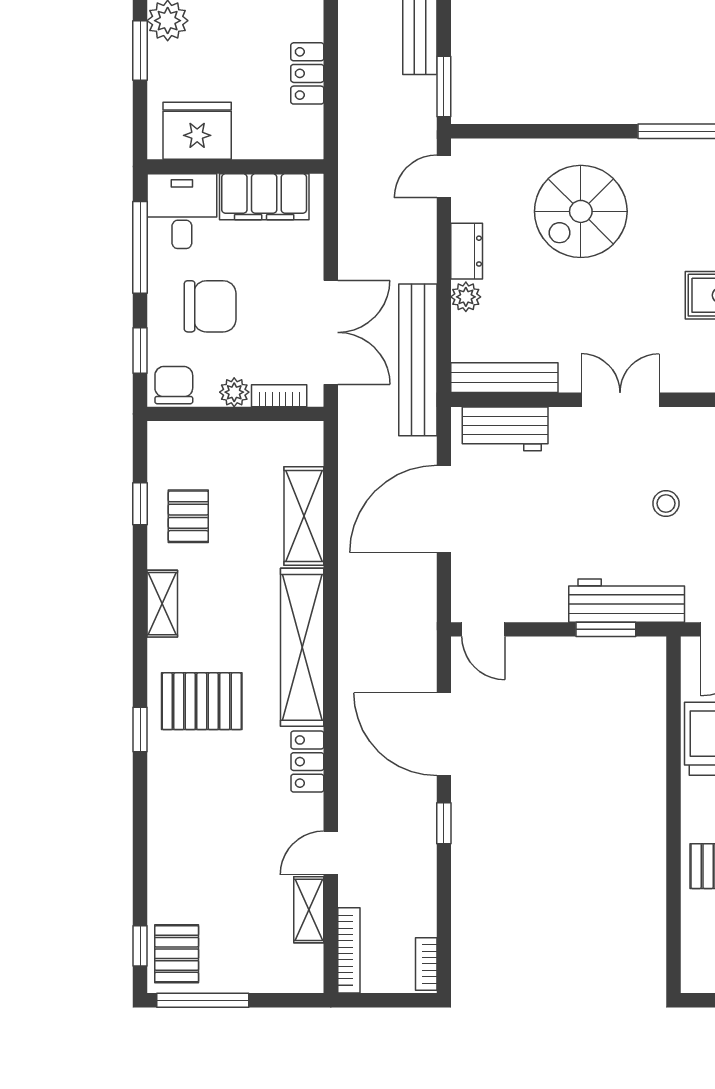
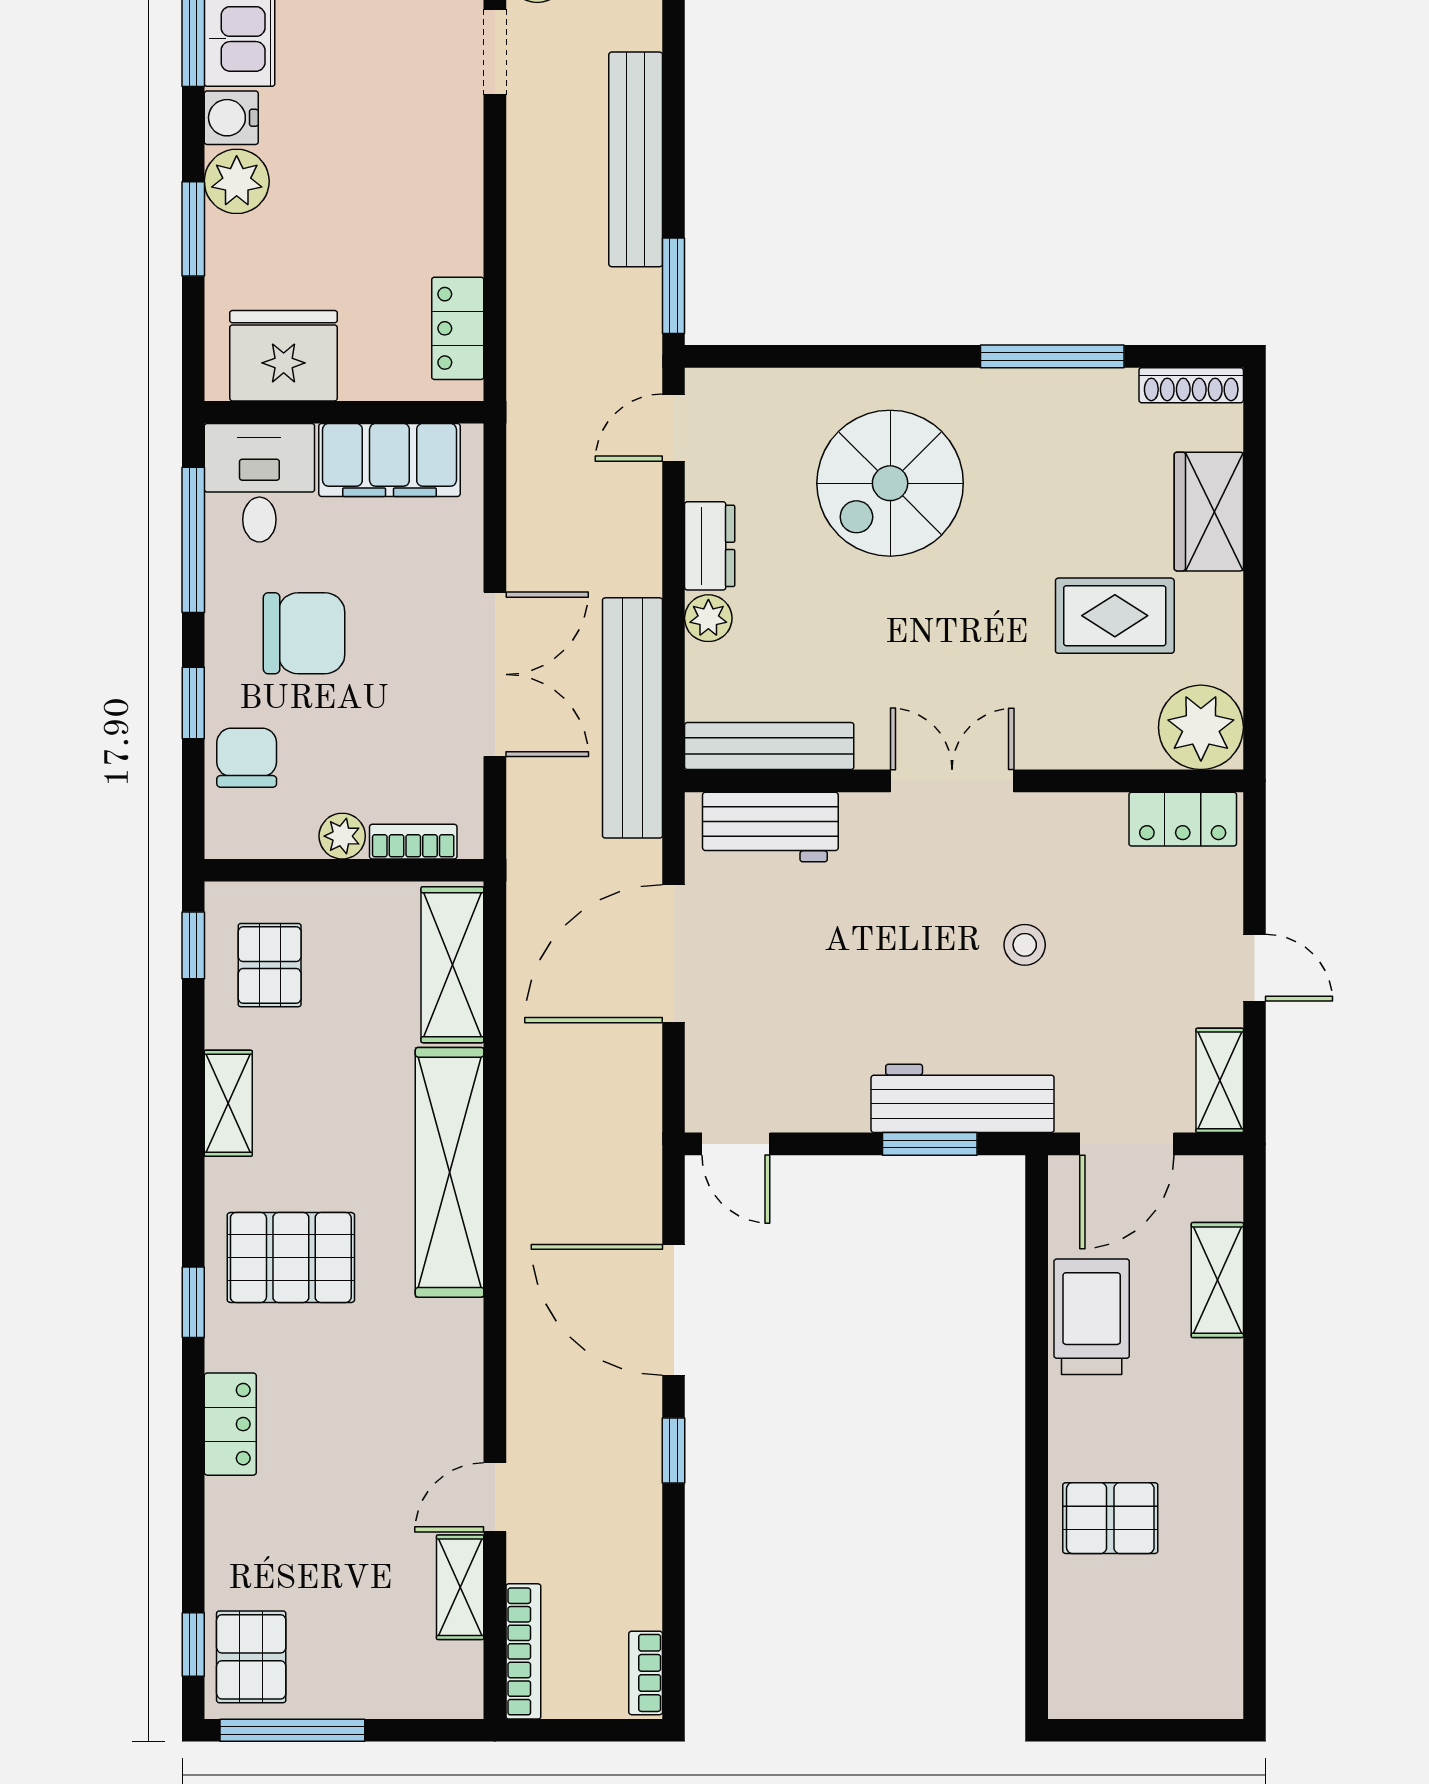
locker: (307, 73) -> (458, 328), moved
plant: (234, 392) -> (342, 836), moved
bookcase: (279, 396) -> (413, 842), moved
wall: (235, 414) -> (344, 870), moved
locker: (307, 762) -> (230, 1424), moved, turned 180

